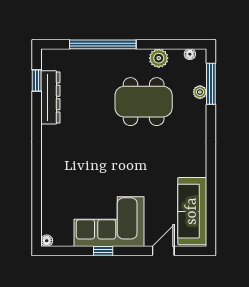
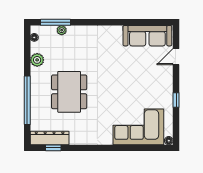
dresser: (50, 97) -> (50, 138), moved
dining table: (144, 102) -> (69, 92), moved
corner sofa: (109, 222) -> (138, 127), moved, turned 90
door: (163, 251) -> (176, 57), hinge flipped

